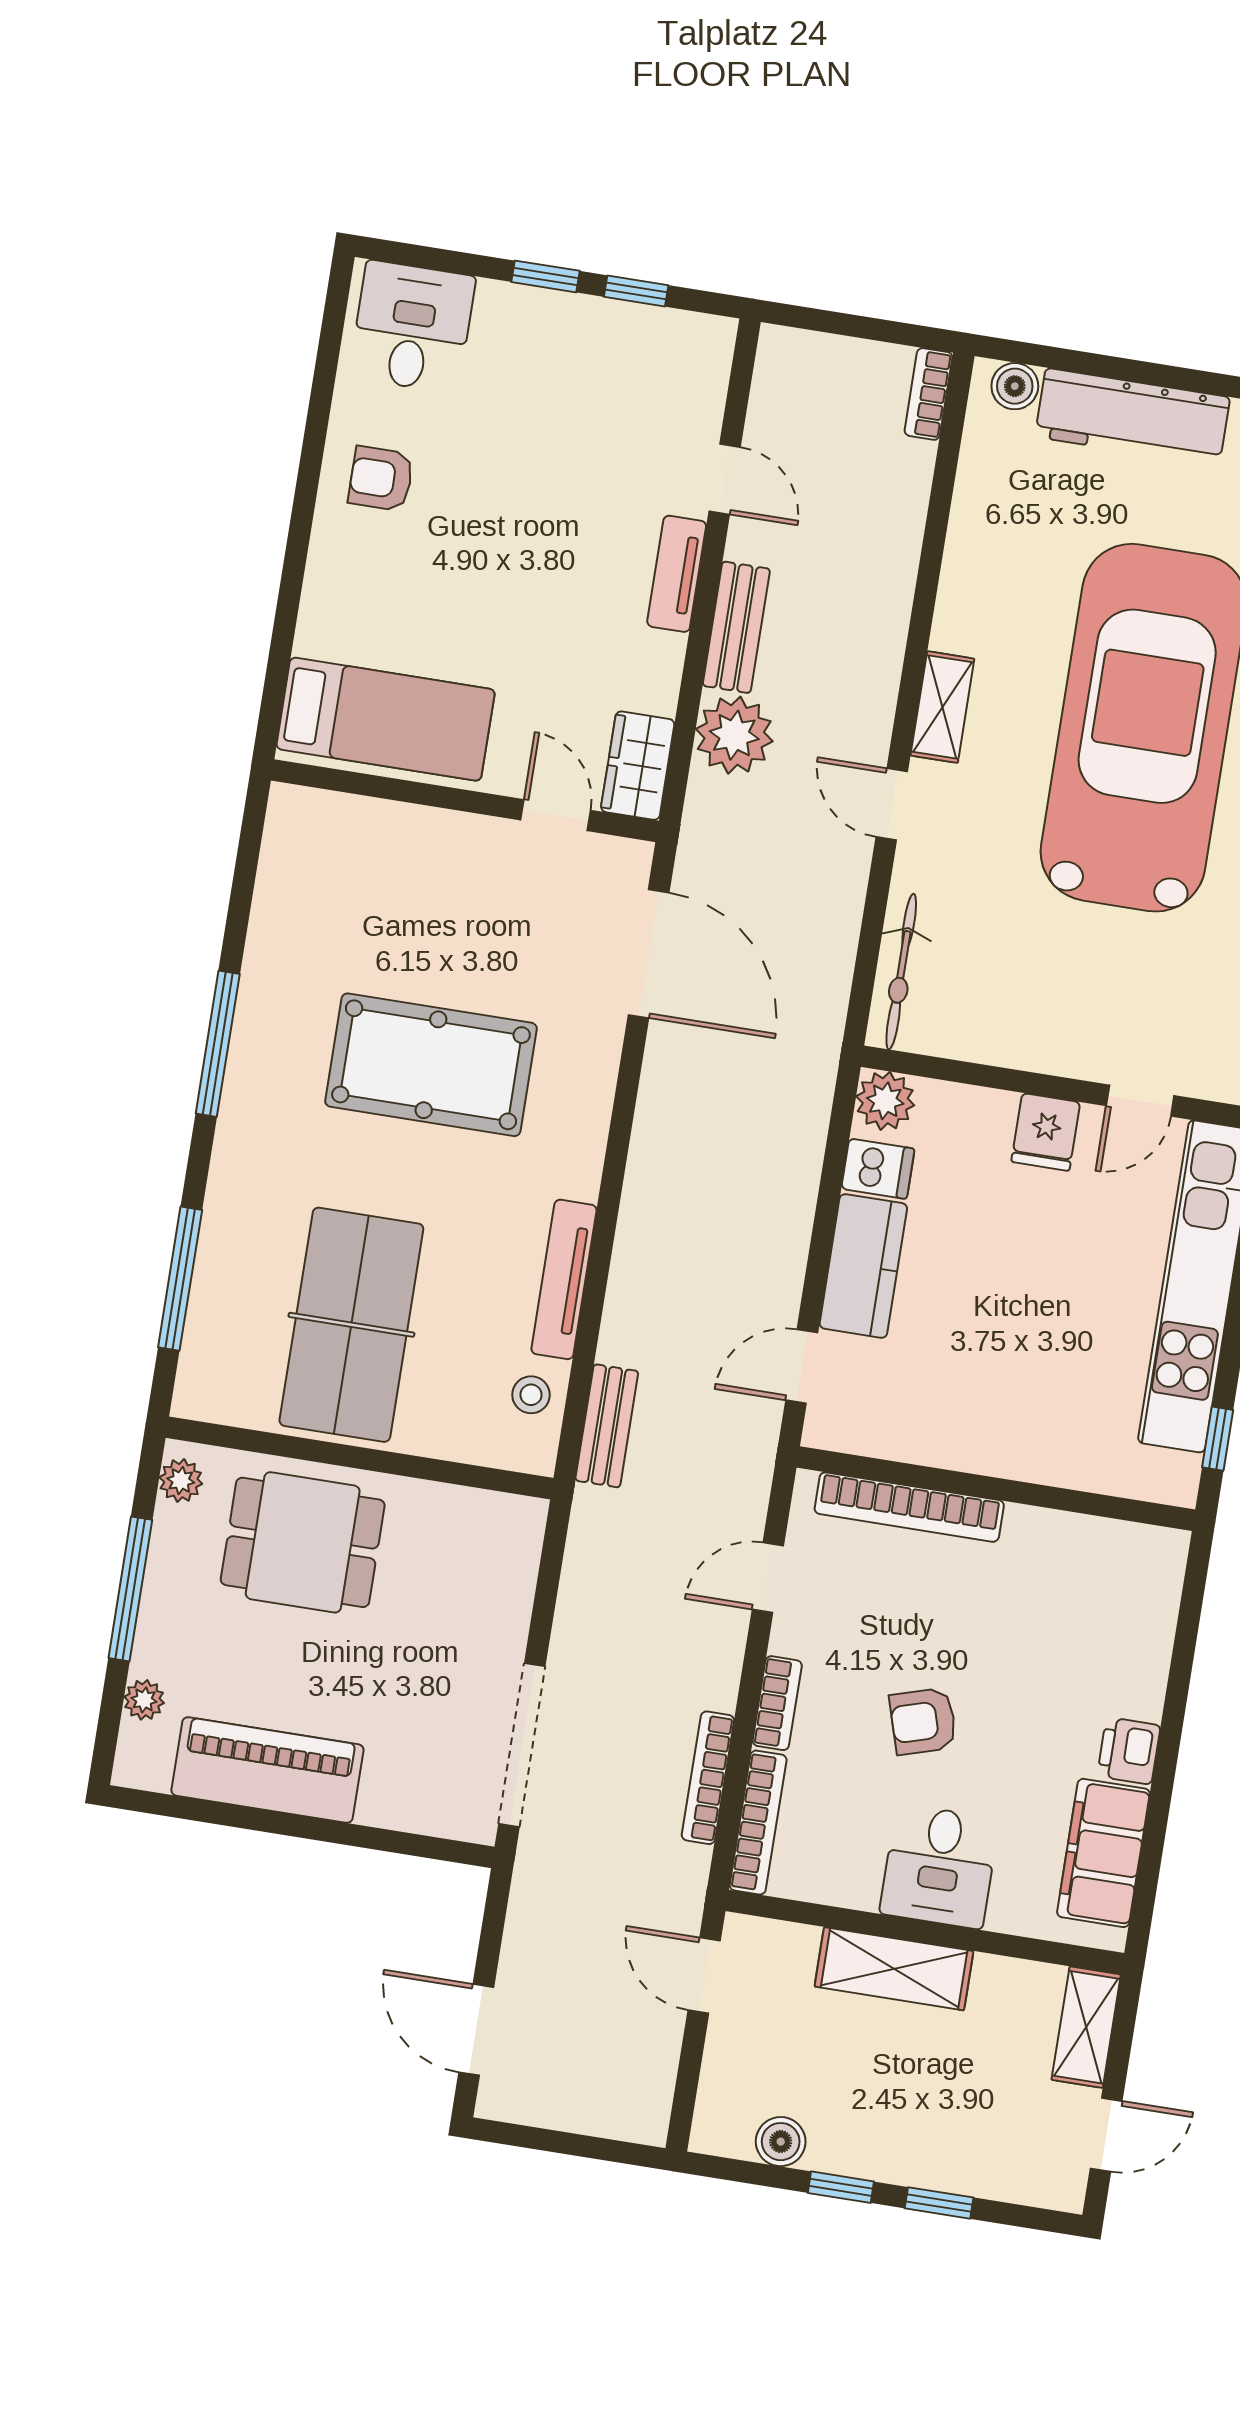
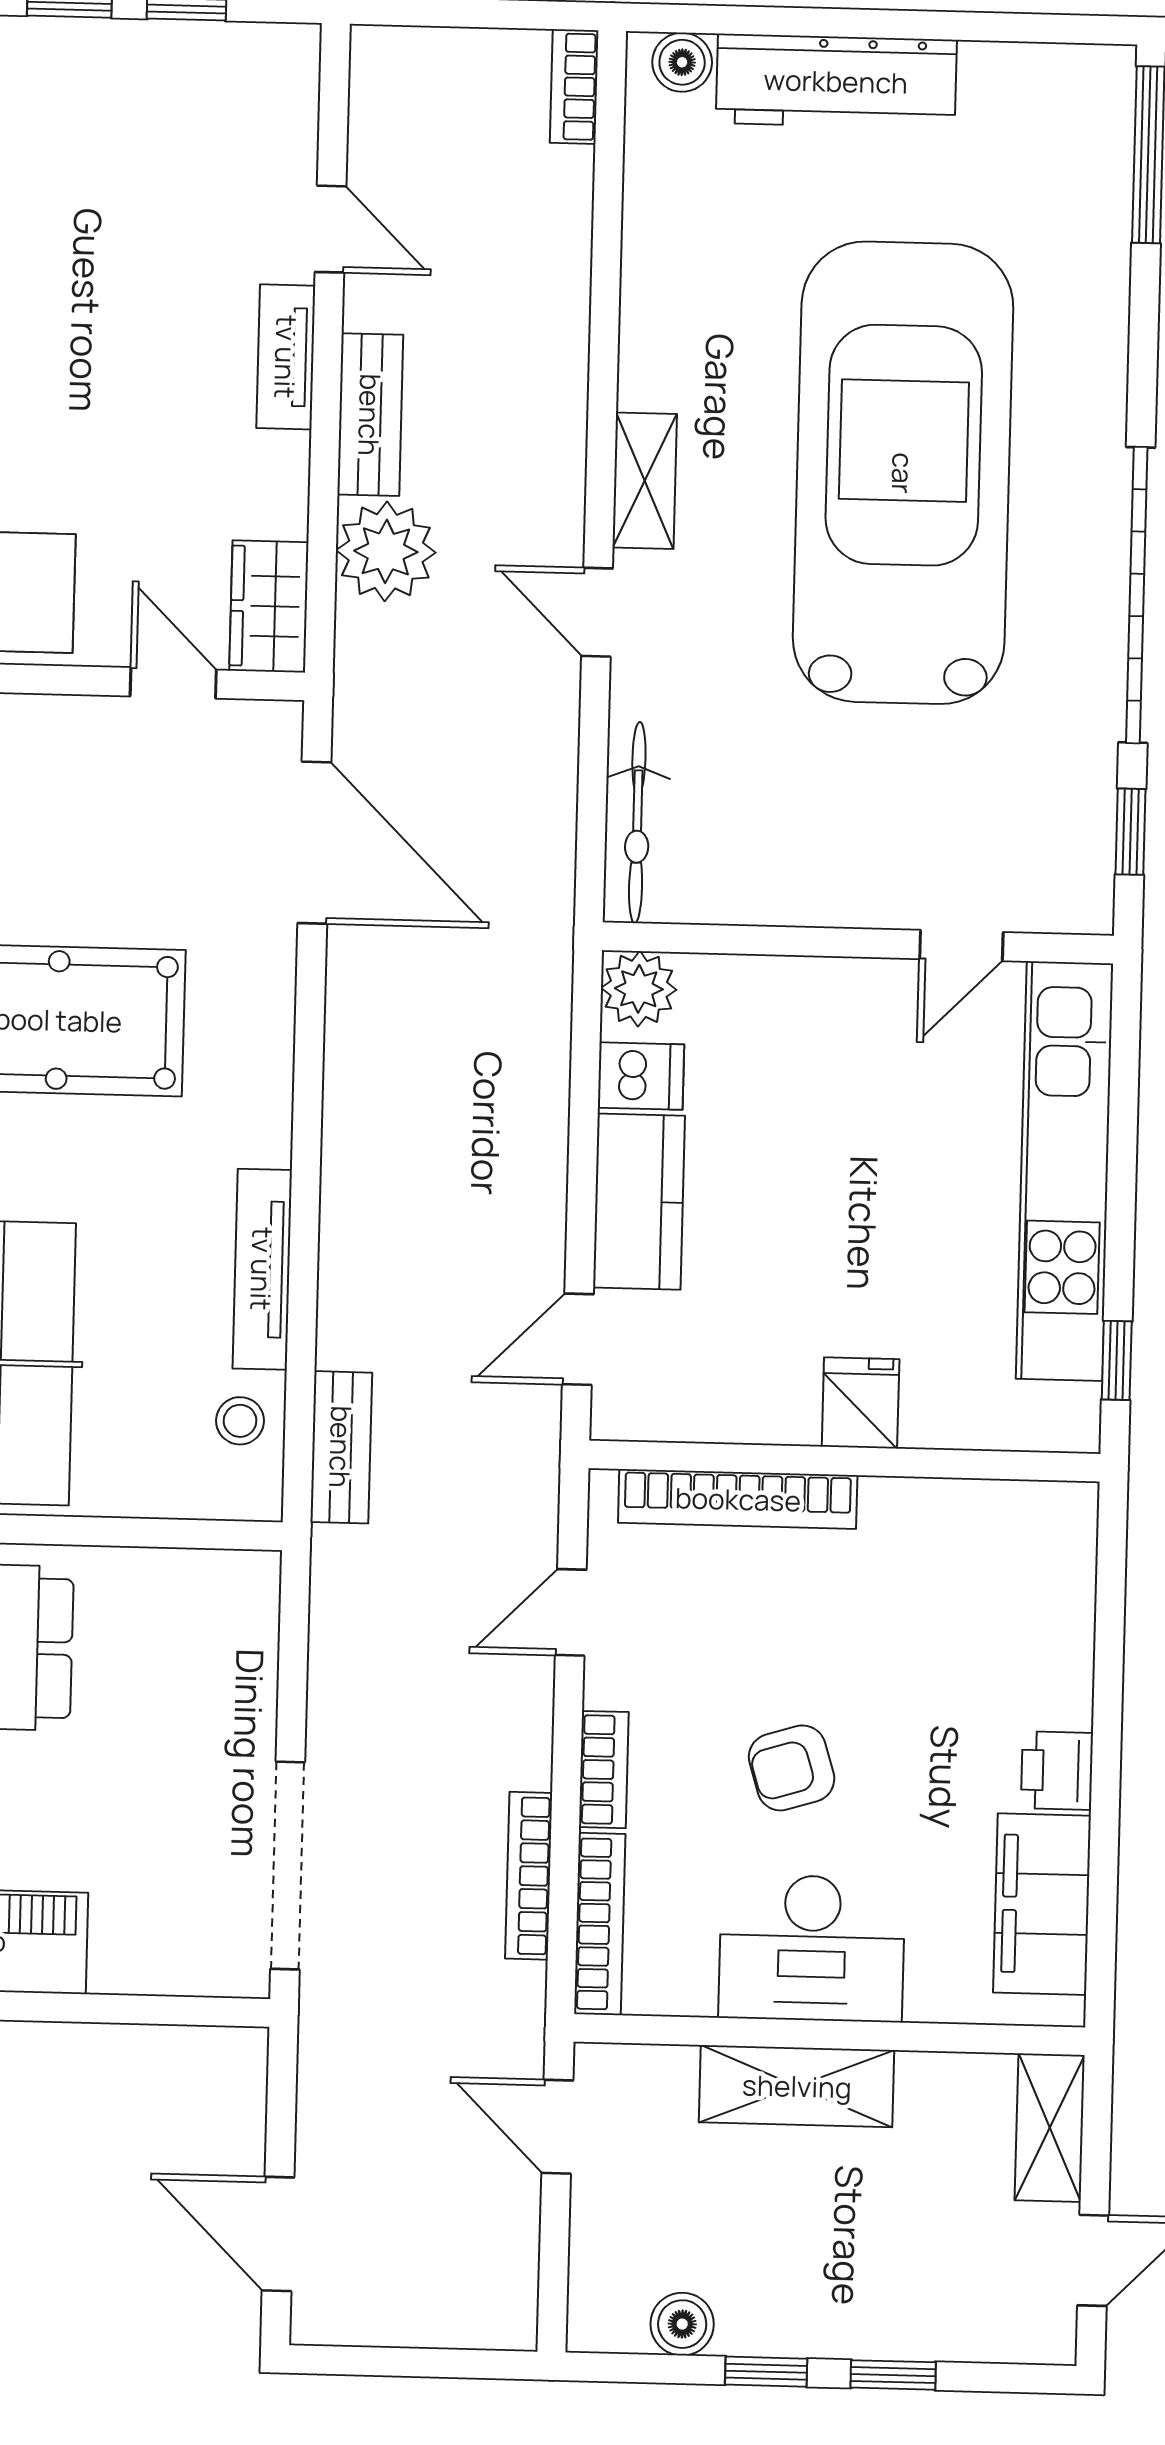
fridge: (1046, 1132) -> (861, 1403), moved, turned 180
desk: (939, 1866) -> (812, 1948), width x1.37

